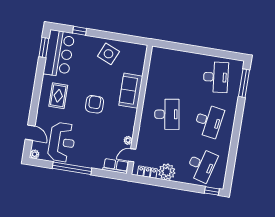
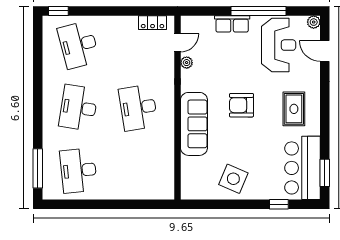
sofa: (131, 91) -> (194, 124), width x1.36
armchair: (95, 104) -> (241, 105), turned 90
reception desk: (62, 142) -> (279, 45), turned 180
desk: (202, 165) -> (78, 45), turned -30
row of seats: (116, 166) -> (232, 24), moved
plant: (167, 172) -> (125, 27), removed

